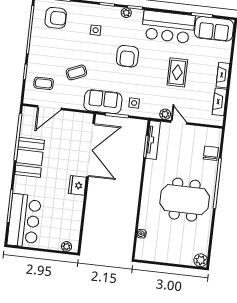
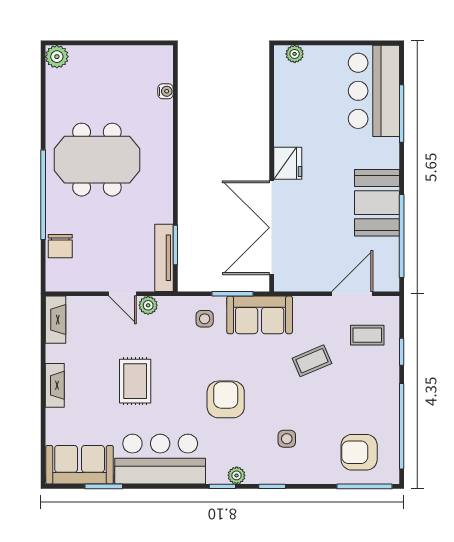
fireplace: (219, 102) -> (55, 320), moved

